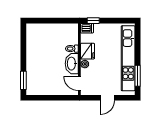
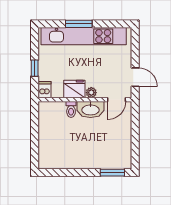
window: (93, 21) -> (35, 68), moved
window: (138, 76) -> (79, 24), moved
door: (107, 98) -> (135, 77), moved

